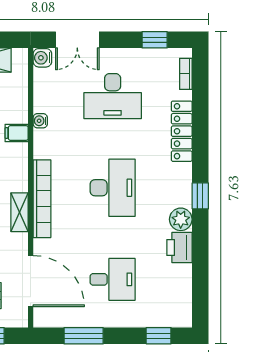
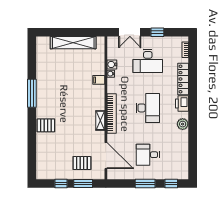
window: (155, 40) -> (157, 32), moved
water cooler: (42, 58) -> (112, 64), moved
window: (200, 196) -> (193, 112), removed
printer: (179, 248) -> (182, 104), moved
desk: (113, 279) -> (148, 155), turned 180
window: (84, 336) -> (145, 184), moved

